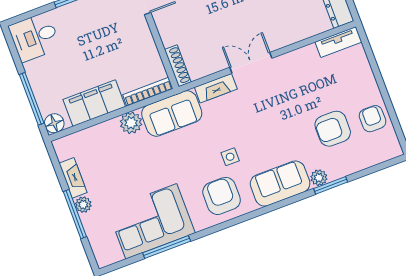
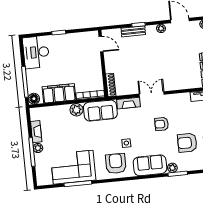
desk: (34, 37) -> (36, 52), width x1.37
armchair: (281, 109) -> (162, 124), added

